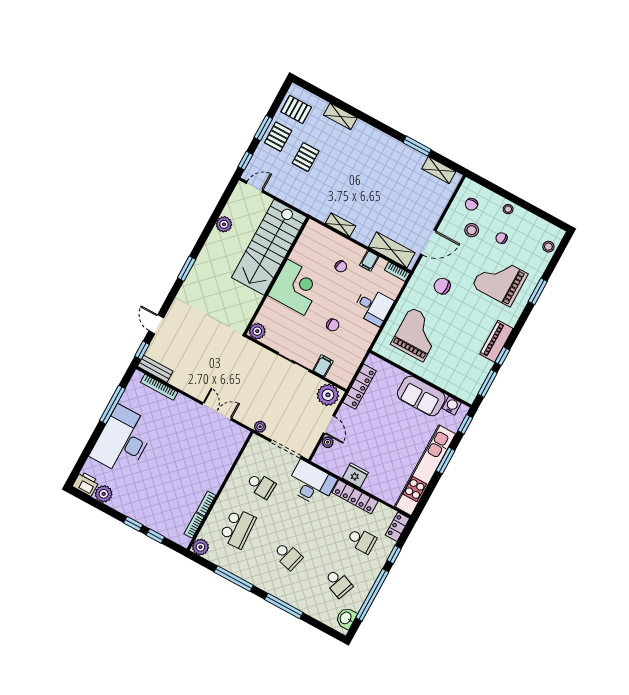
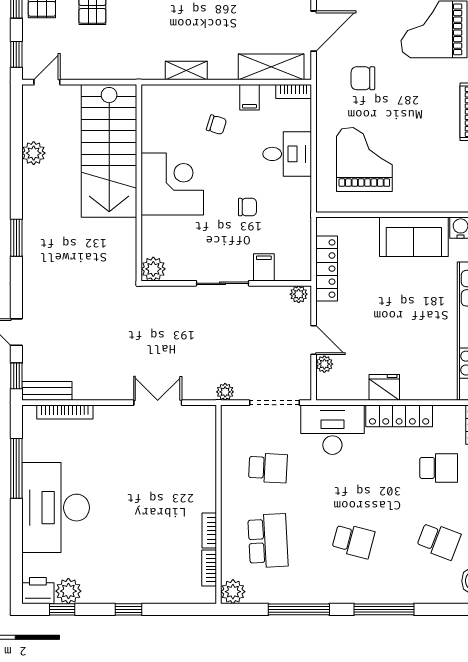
plant: (328, 395) -> (299, 294), width x0.53, depth x0.53
window: (155, 536) -> (62, 609), moved

